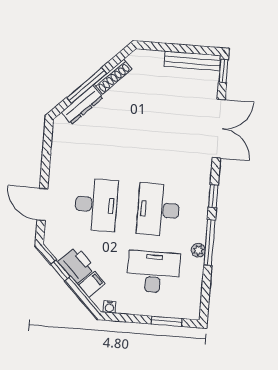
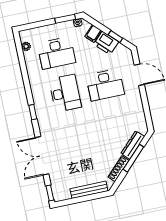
bench: (192, 61) -> (89, 190), moved
desk: (96, 205) -> (105, 85), turned -90
window: (210, 243) -> (26, 82), removed
plant: (198, 250) -> (26, 46), moved
window: (167, 321) -> (65, 19), moved

